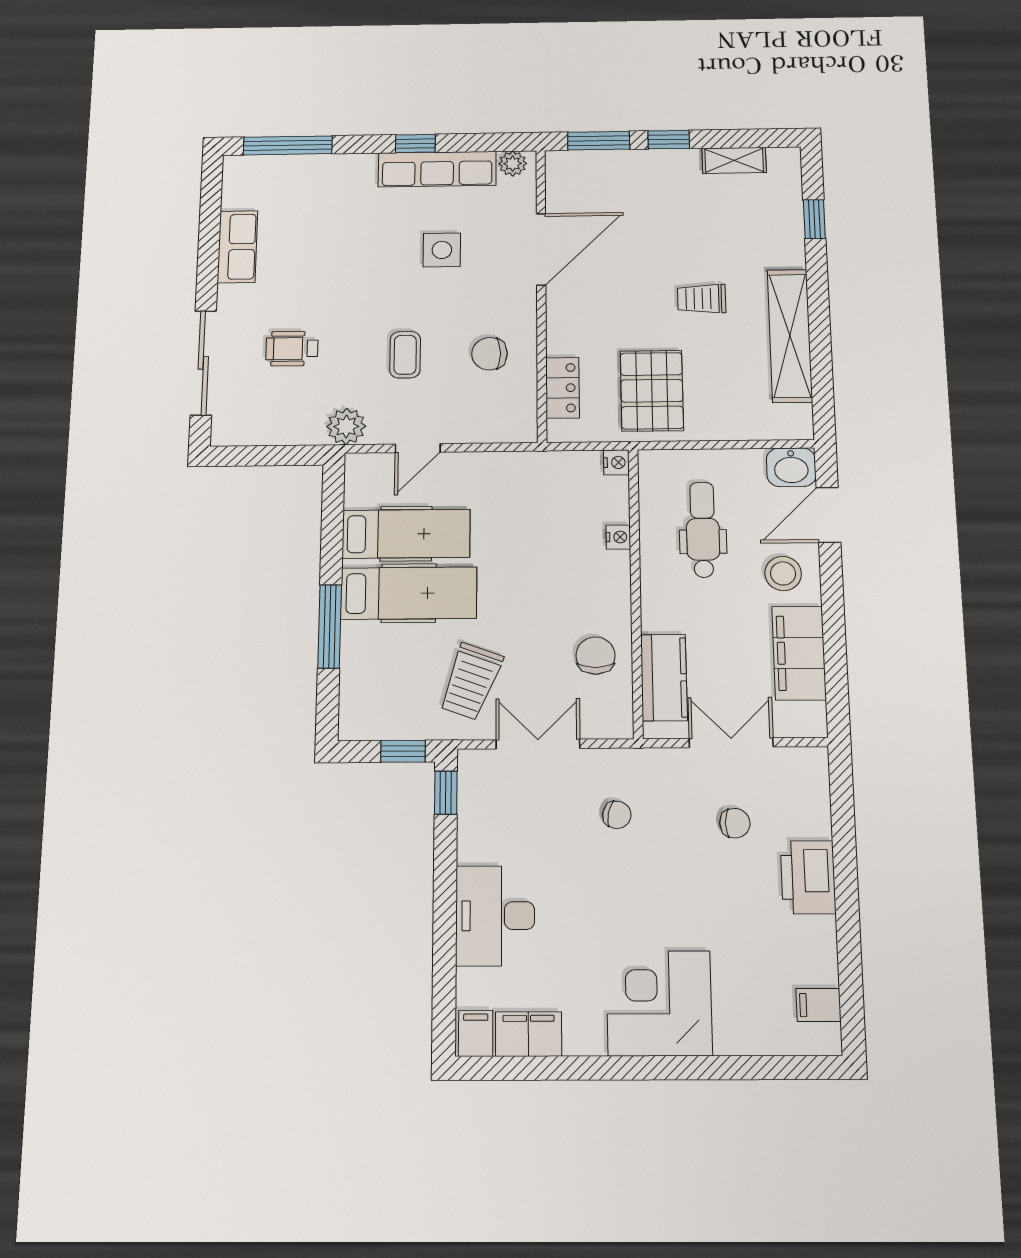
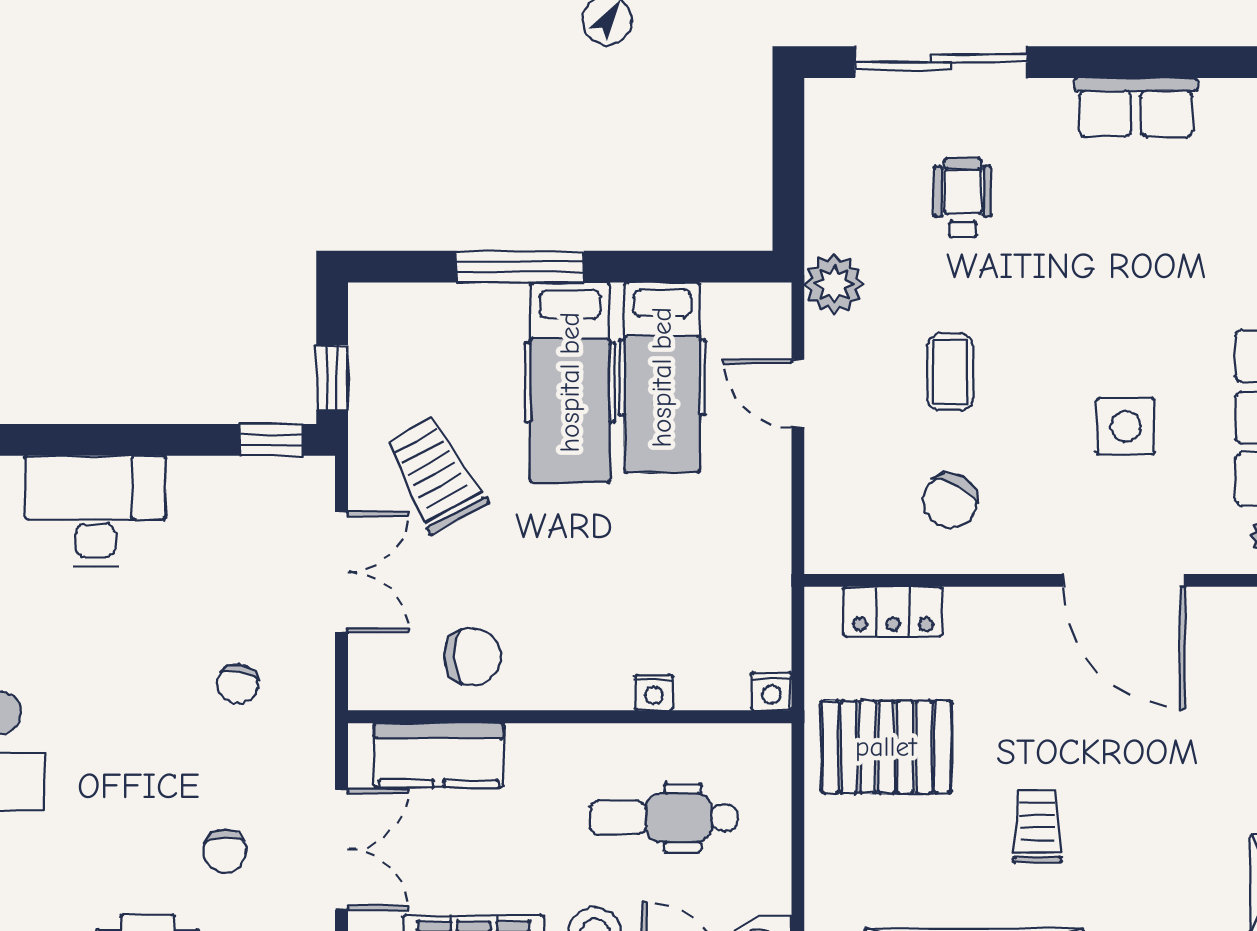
chair: (489, 354) -> (950, 501), turned -152
coffee table: (405, 355) -> (950, 372), turned 90
dental chair: (703, 530) -> (664, 818), turned 180
trolley: (471, 681) -> (435, 475), turned 41

